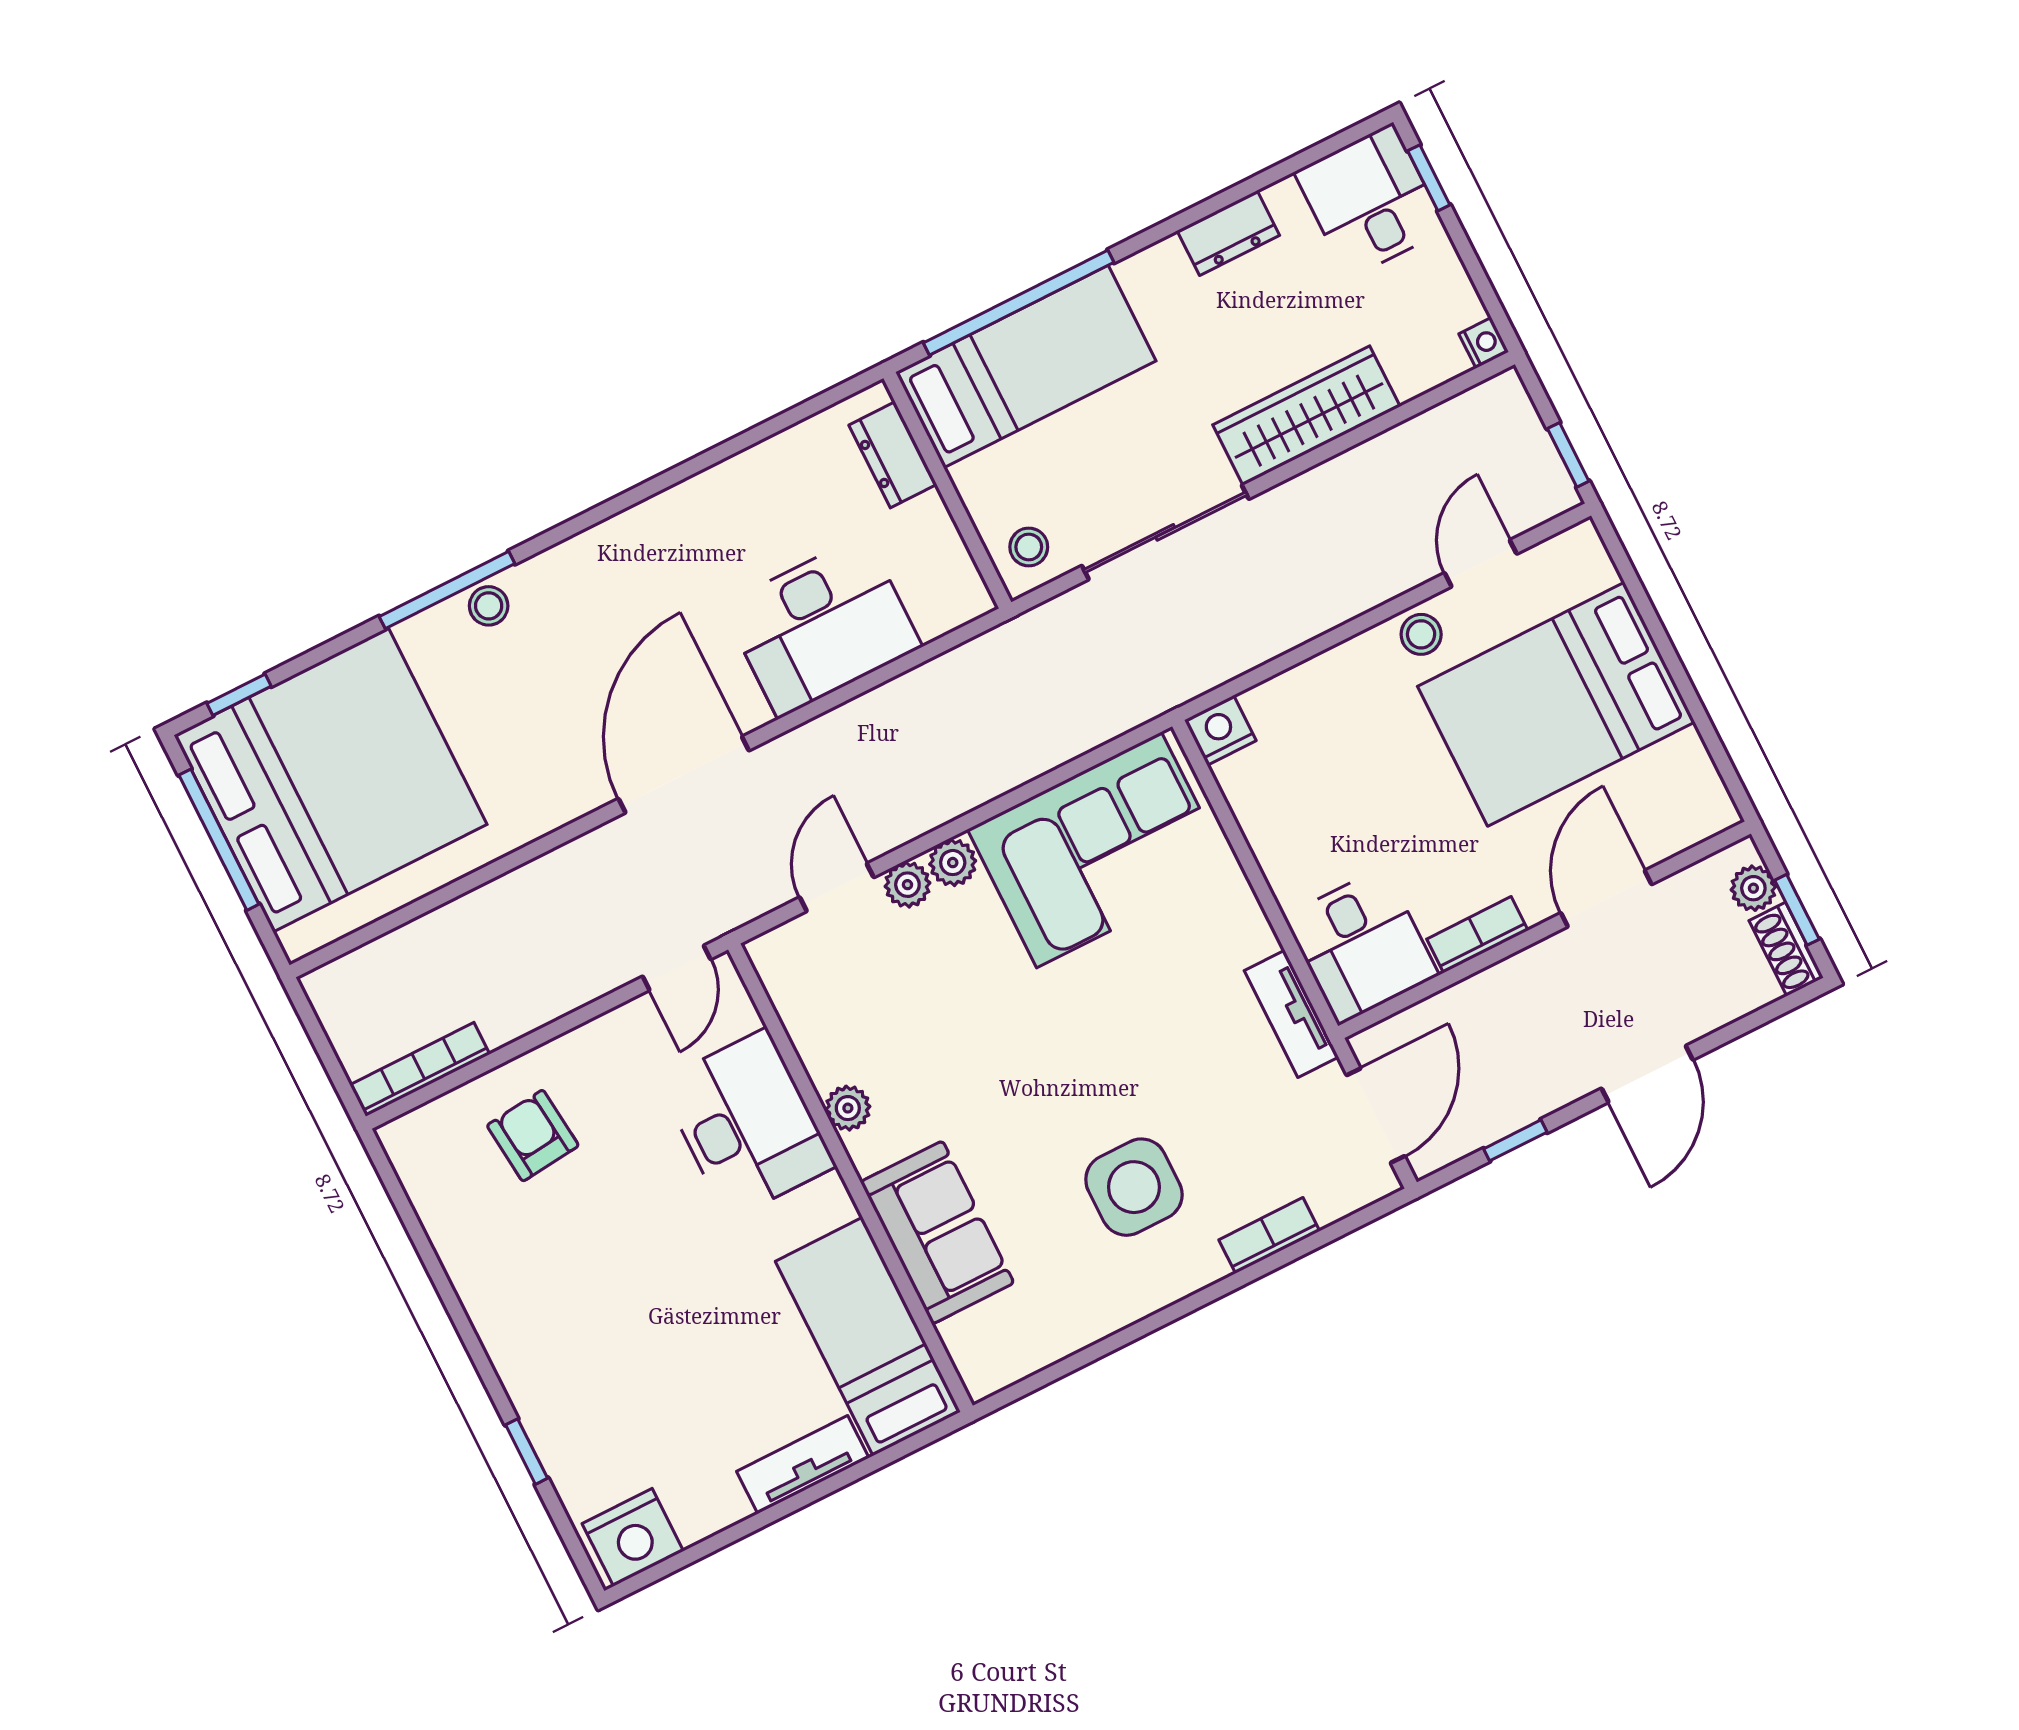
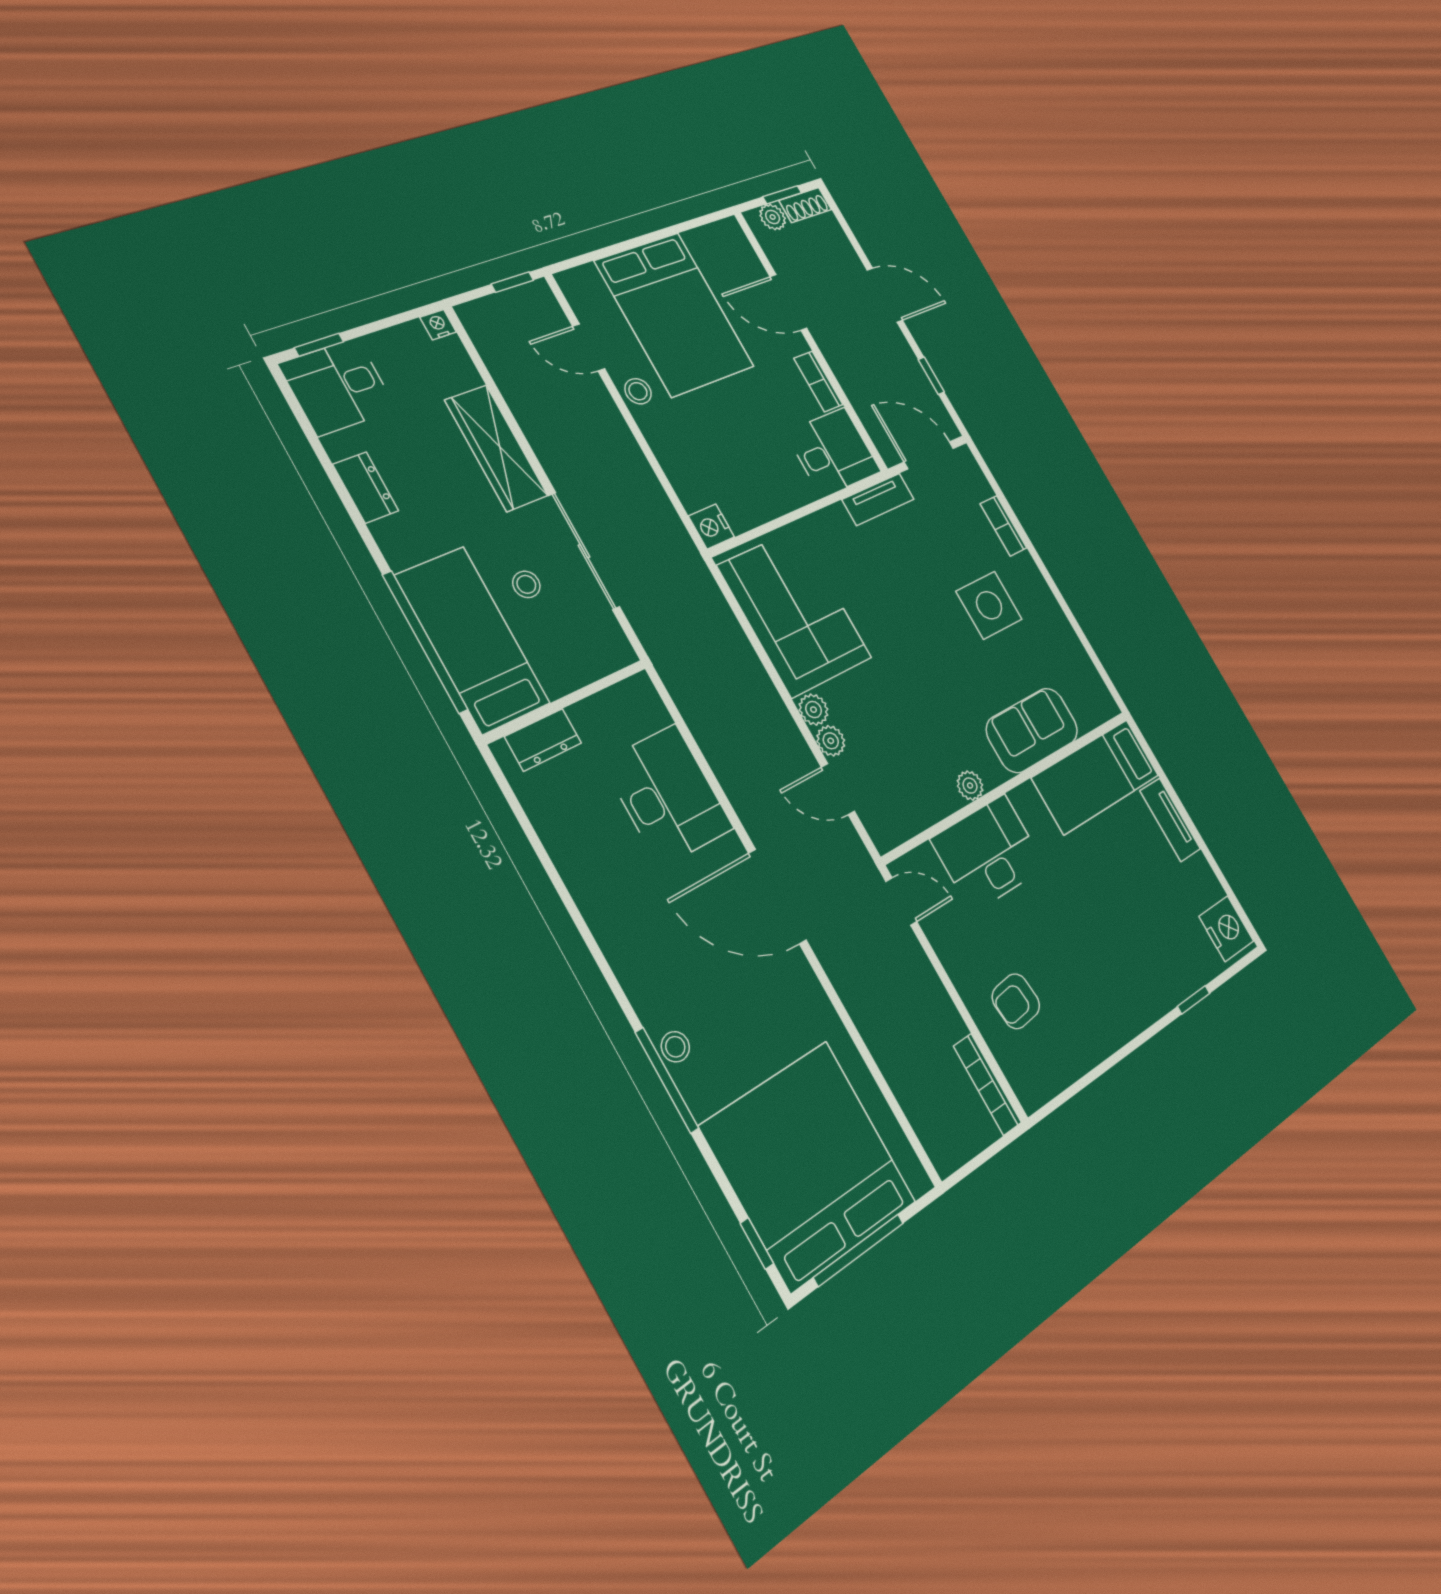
stool: (1029, 547) -> (526, 584), moved

